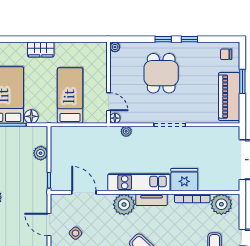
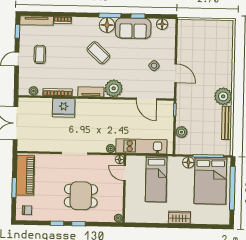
dining table: (161, 73) -> (81, 196), turned 90
kitchen unit: (139, 182) -> (141, 146), moved, turned 180
plant: (221, 204) -> (33, 91), width x0.53, depth x0.53

